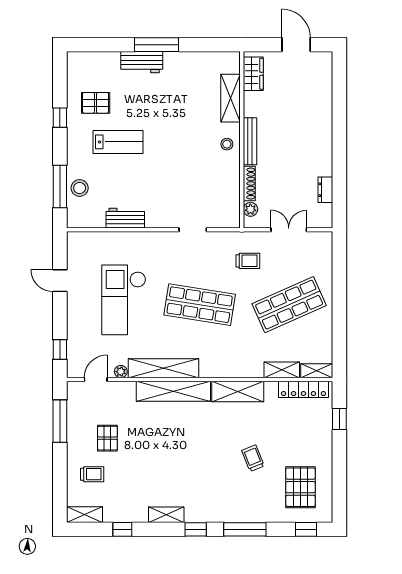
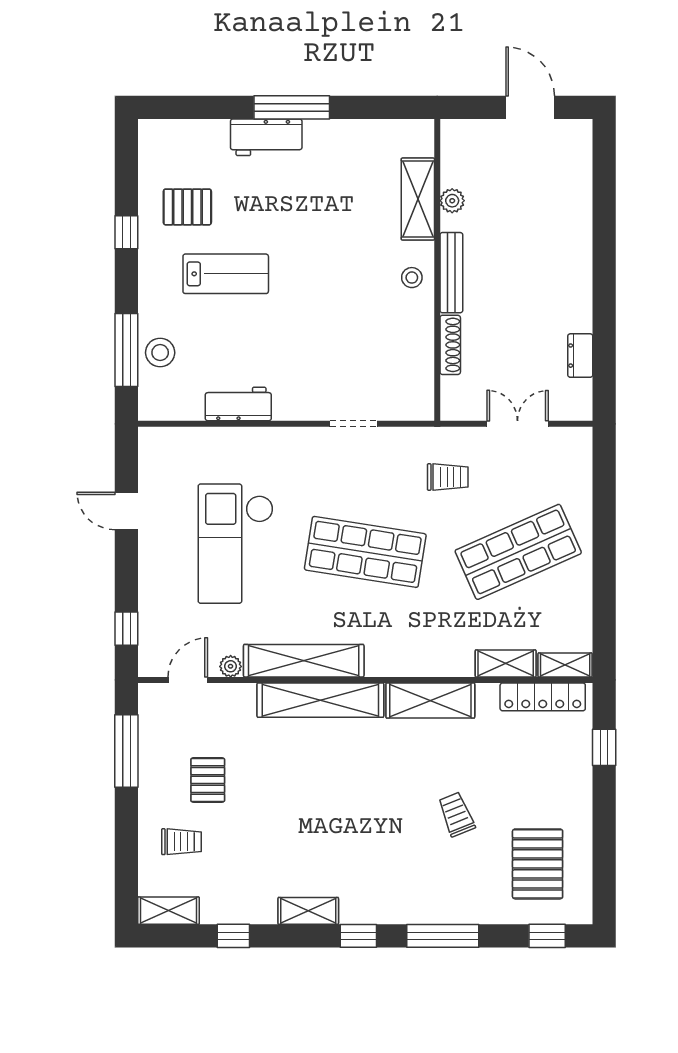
wardrobe: (253, 74) -> (457, 157), removed
plant: (250, 209) -> (452, 201), moved

